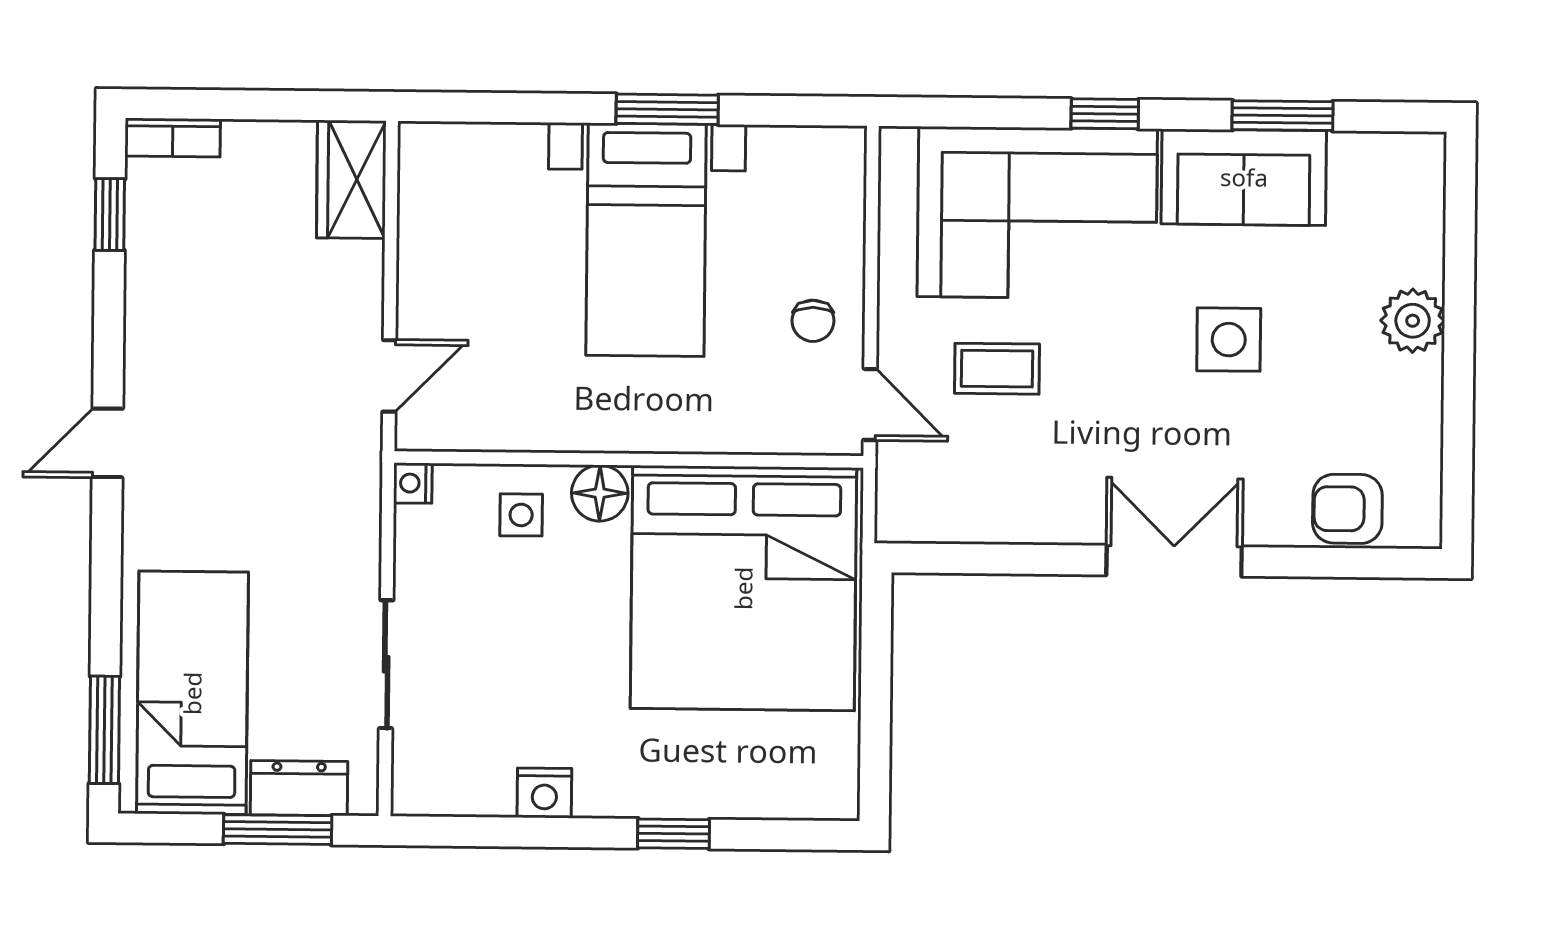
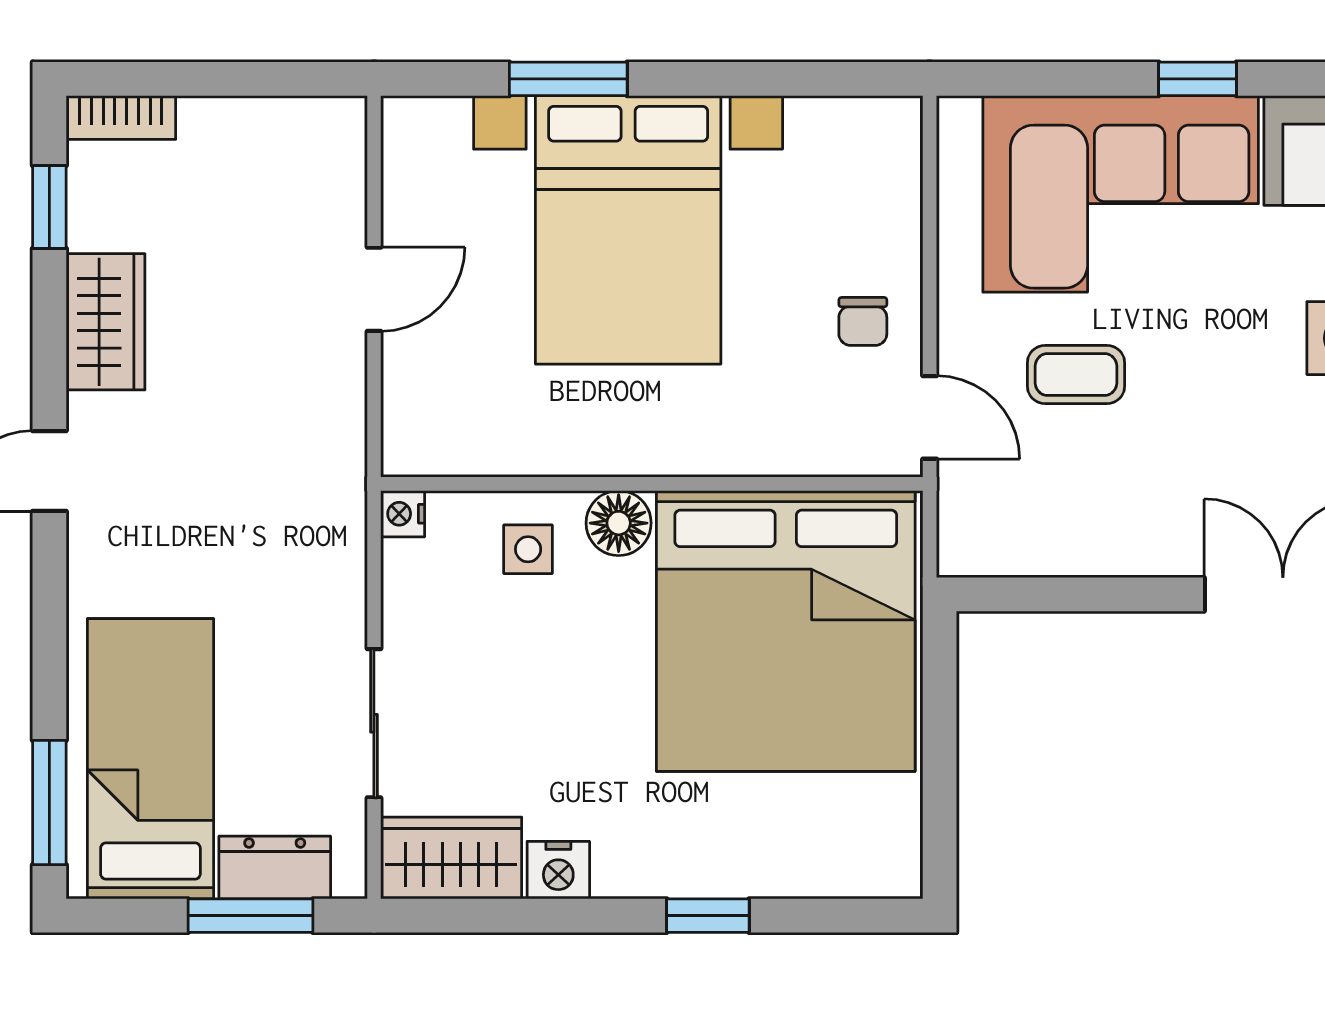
window: (667, 109) -> (568, 79), moved
wardrobe: (351, 179) -> (106, 322), moved, turned 180
bed with nightstands: (646, 240) -> (628, 230), width x1.36
door: (389, 376) -> (374, 289), moved
wardrobe: (452, 781) -> (451, 858), added

